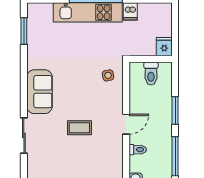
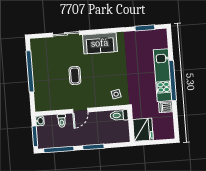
fridge: (164, 47) -> (143, 130), width x1.88, depth x1.34
toilet: (151, 74) -> (119, 115), moved
door: (126, 124) -> (80, 111), hinge flipped

